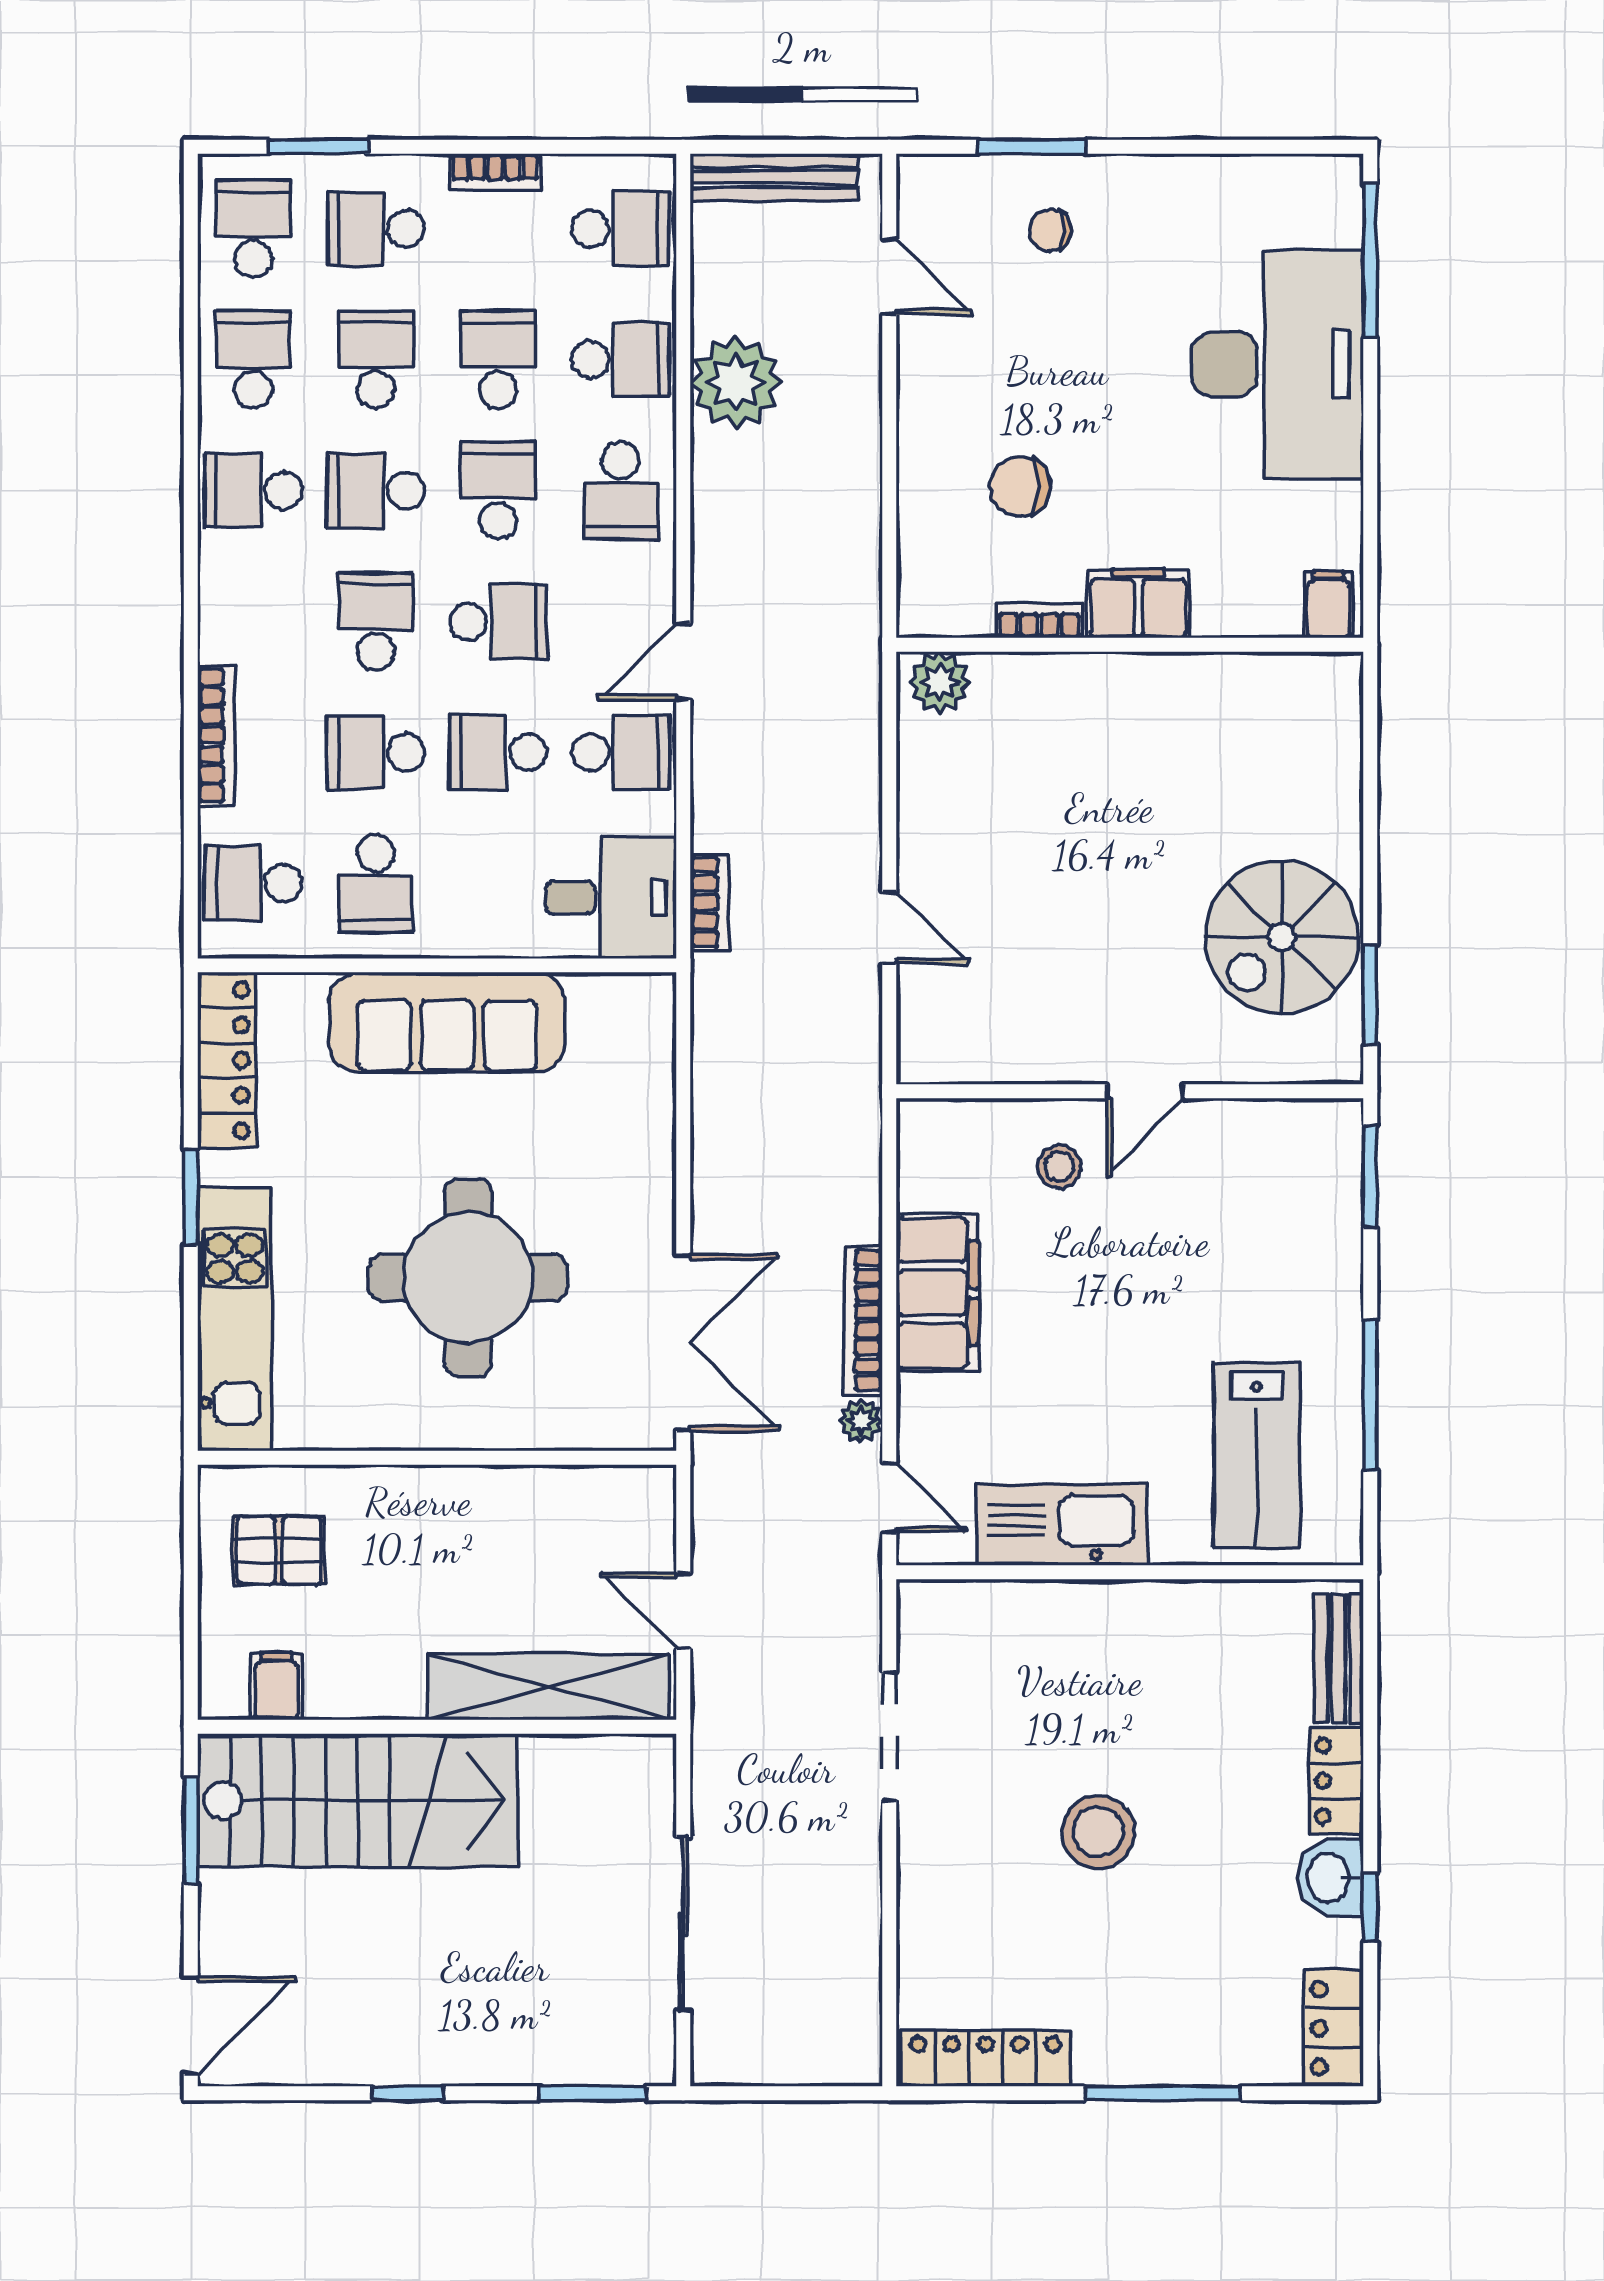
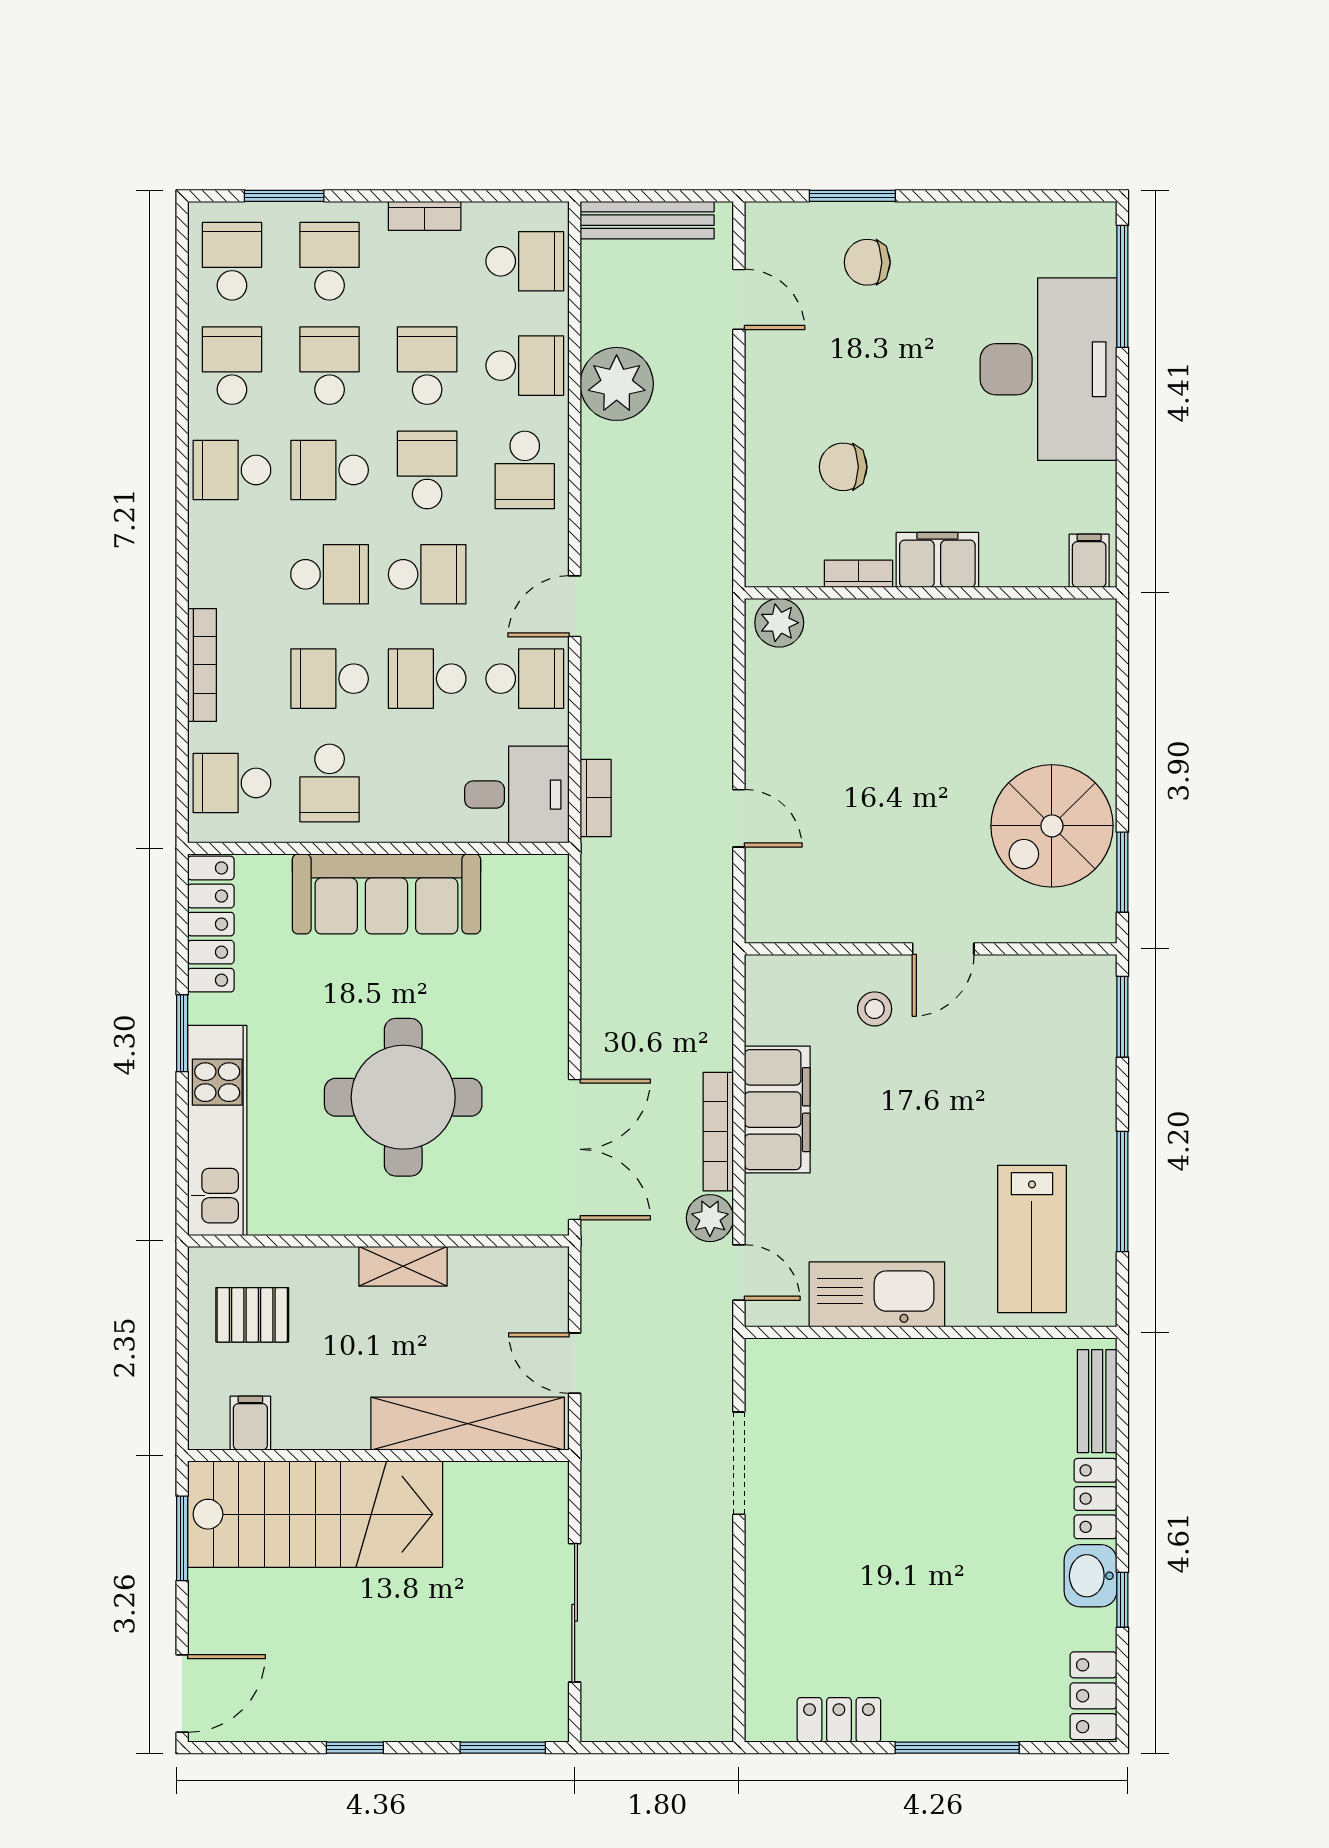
school desk: (376, 229) -> (330, 261), turned 90
chair: (1050, 230) -> (867, 262), width x1.37, depth x1.37
school desk: (376, 621) -> (330, 574), turned 90
plant: (861, 1421) -> (710, 1218), width x1.38, depth x1.38
shelving: (468, 1489) -> (403, 1266), added
stool: (1098, 1832) -> (906, 1539), removed
locker: (986, 2058) -> (839, 1720), width x0.66

